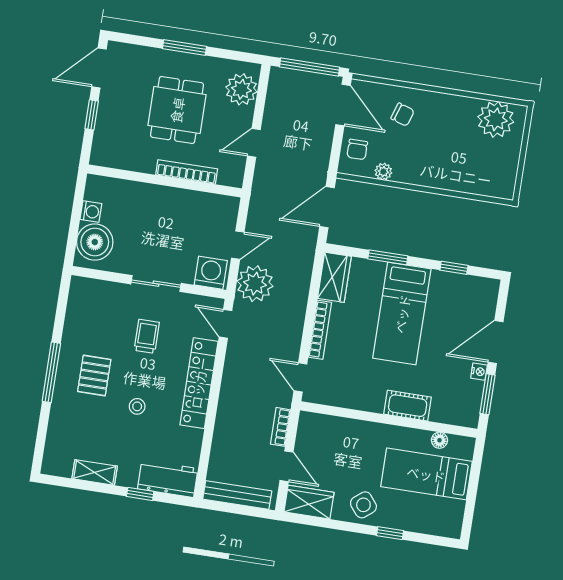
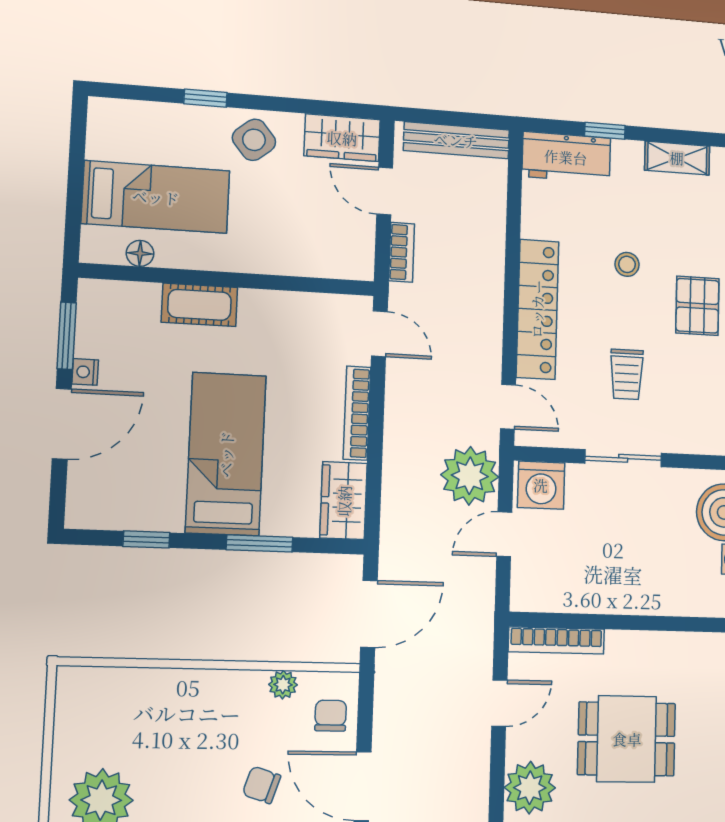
dining table: (177, 110) -> (627, 739), turned 90
bookcase: (187, 172) -> (556, 640), moved

